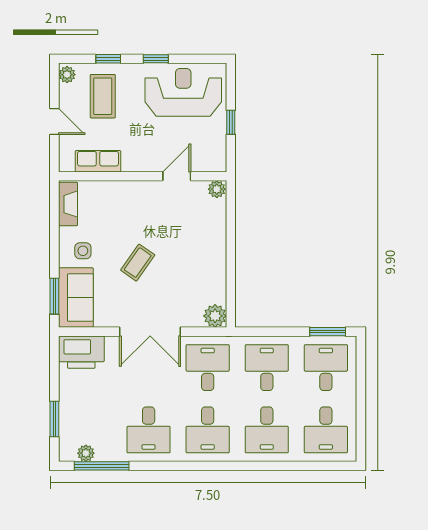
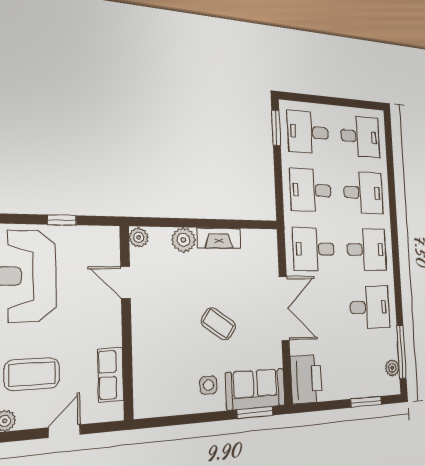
fireplace: (68, 204) -> (219, 238), moved, turned 180
plant: (215, 316) -> (183, 240), moved

